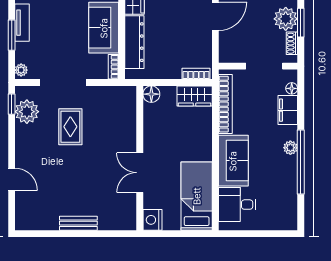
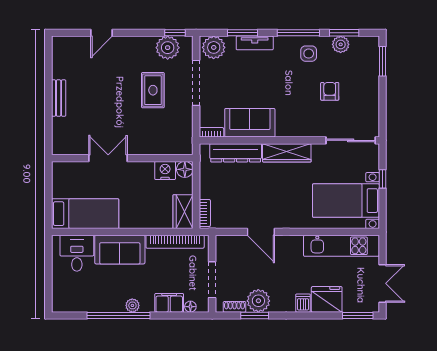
plant: (21, 70) -> (214, 47), width x1.88, depth x1.88
rug: (70, 127) -> (153, 90), turned 90
nightstand: (152, 220) -> (165, 170), moved

